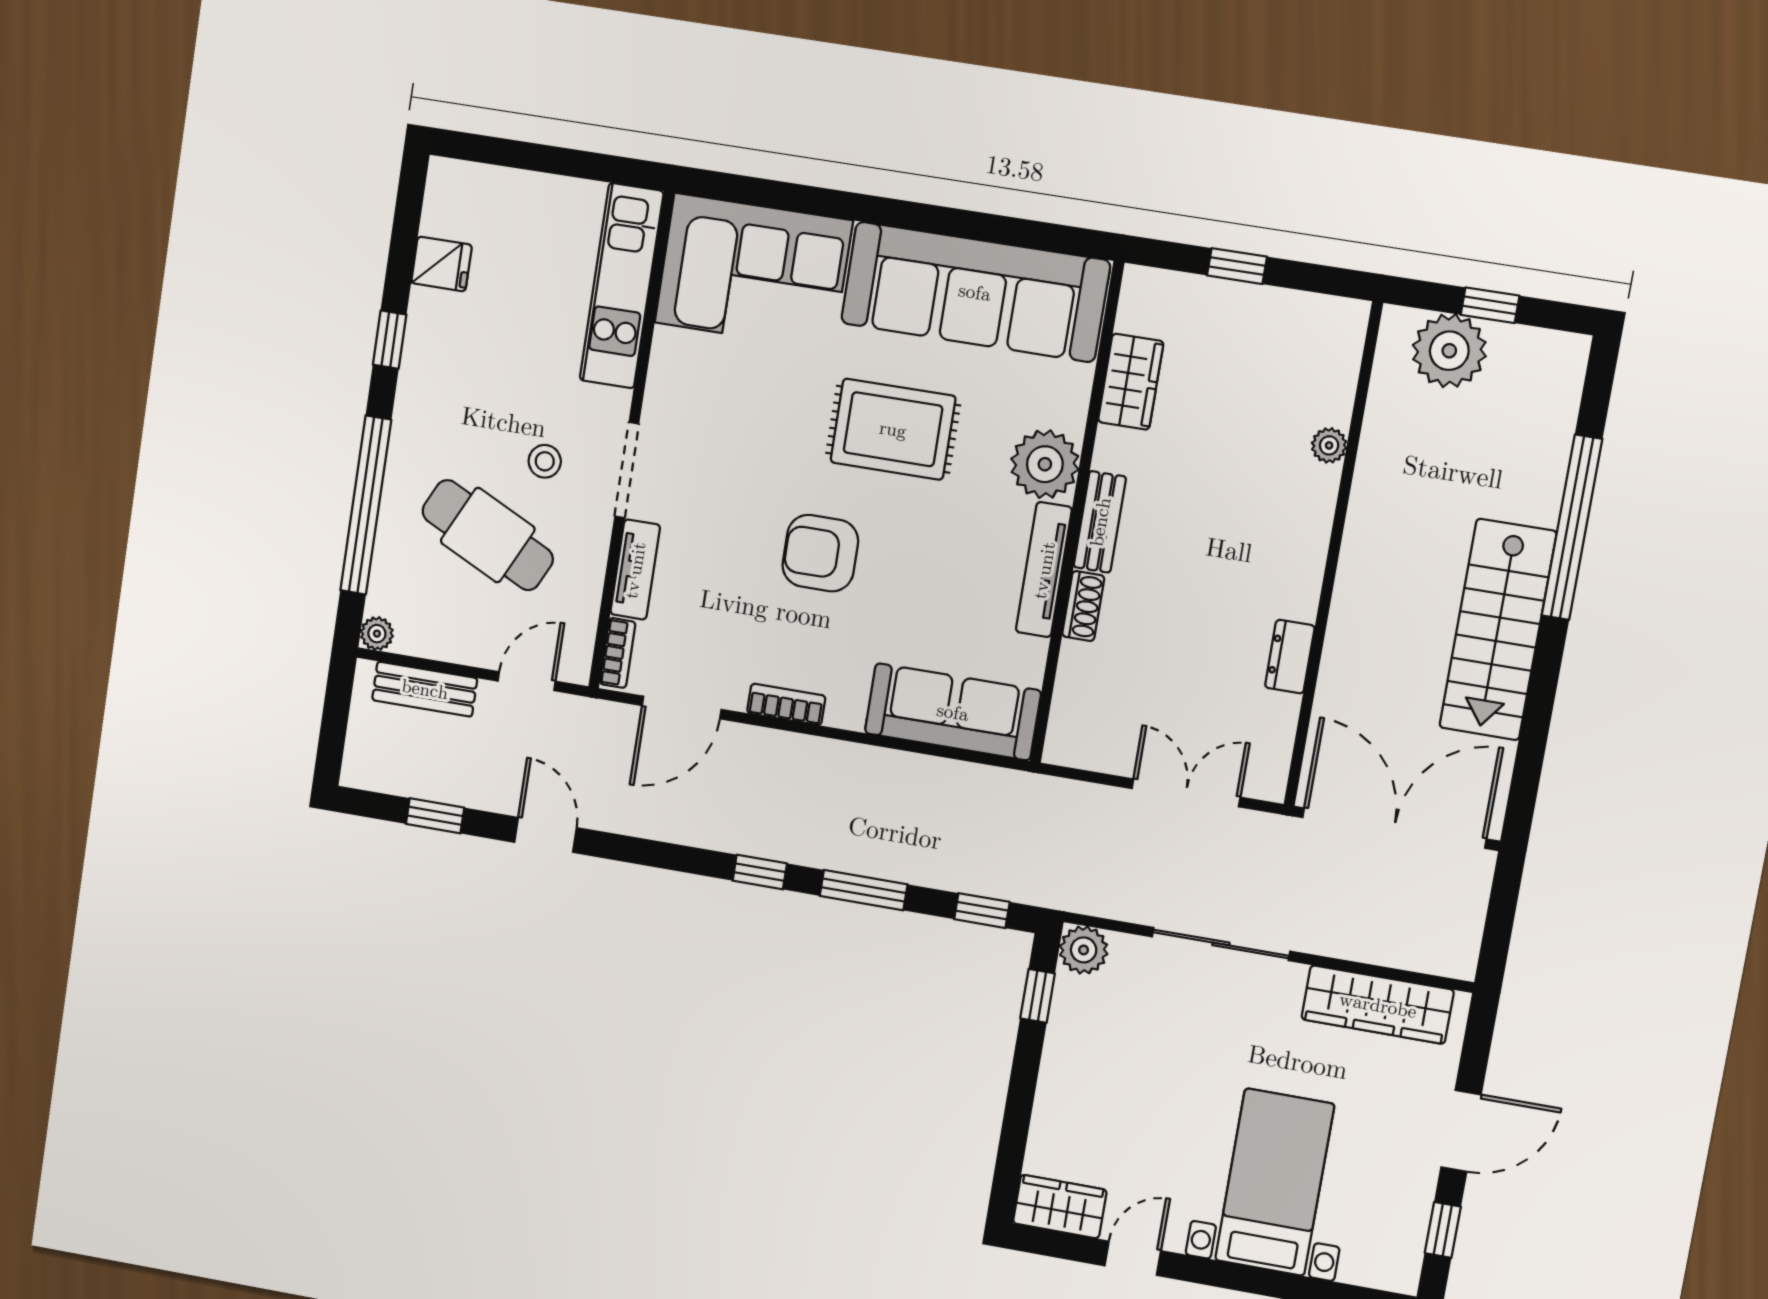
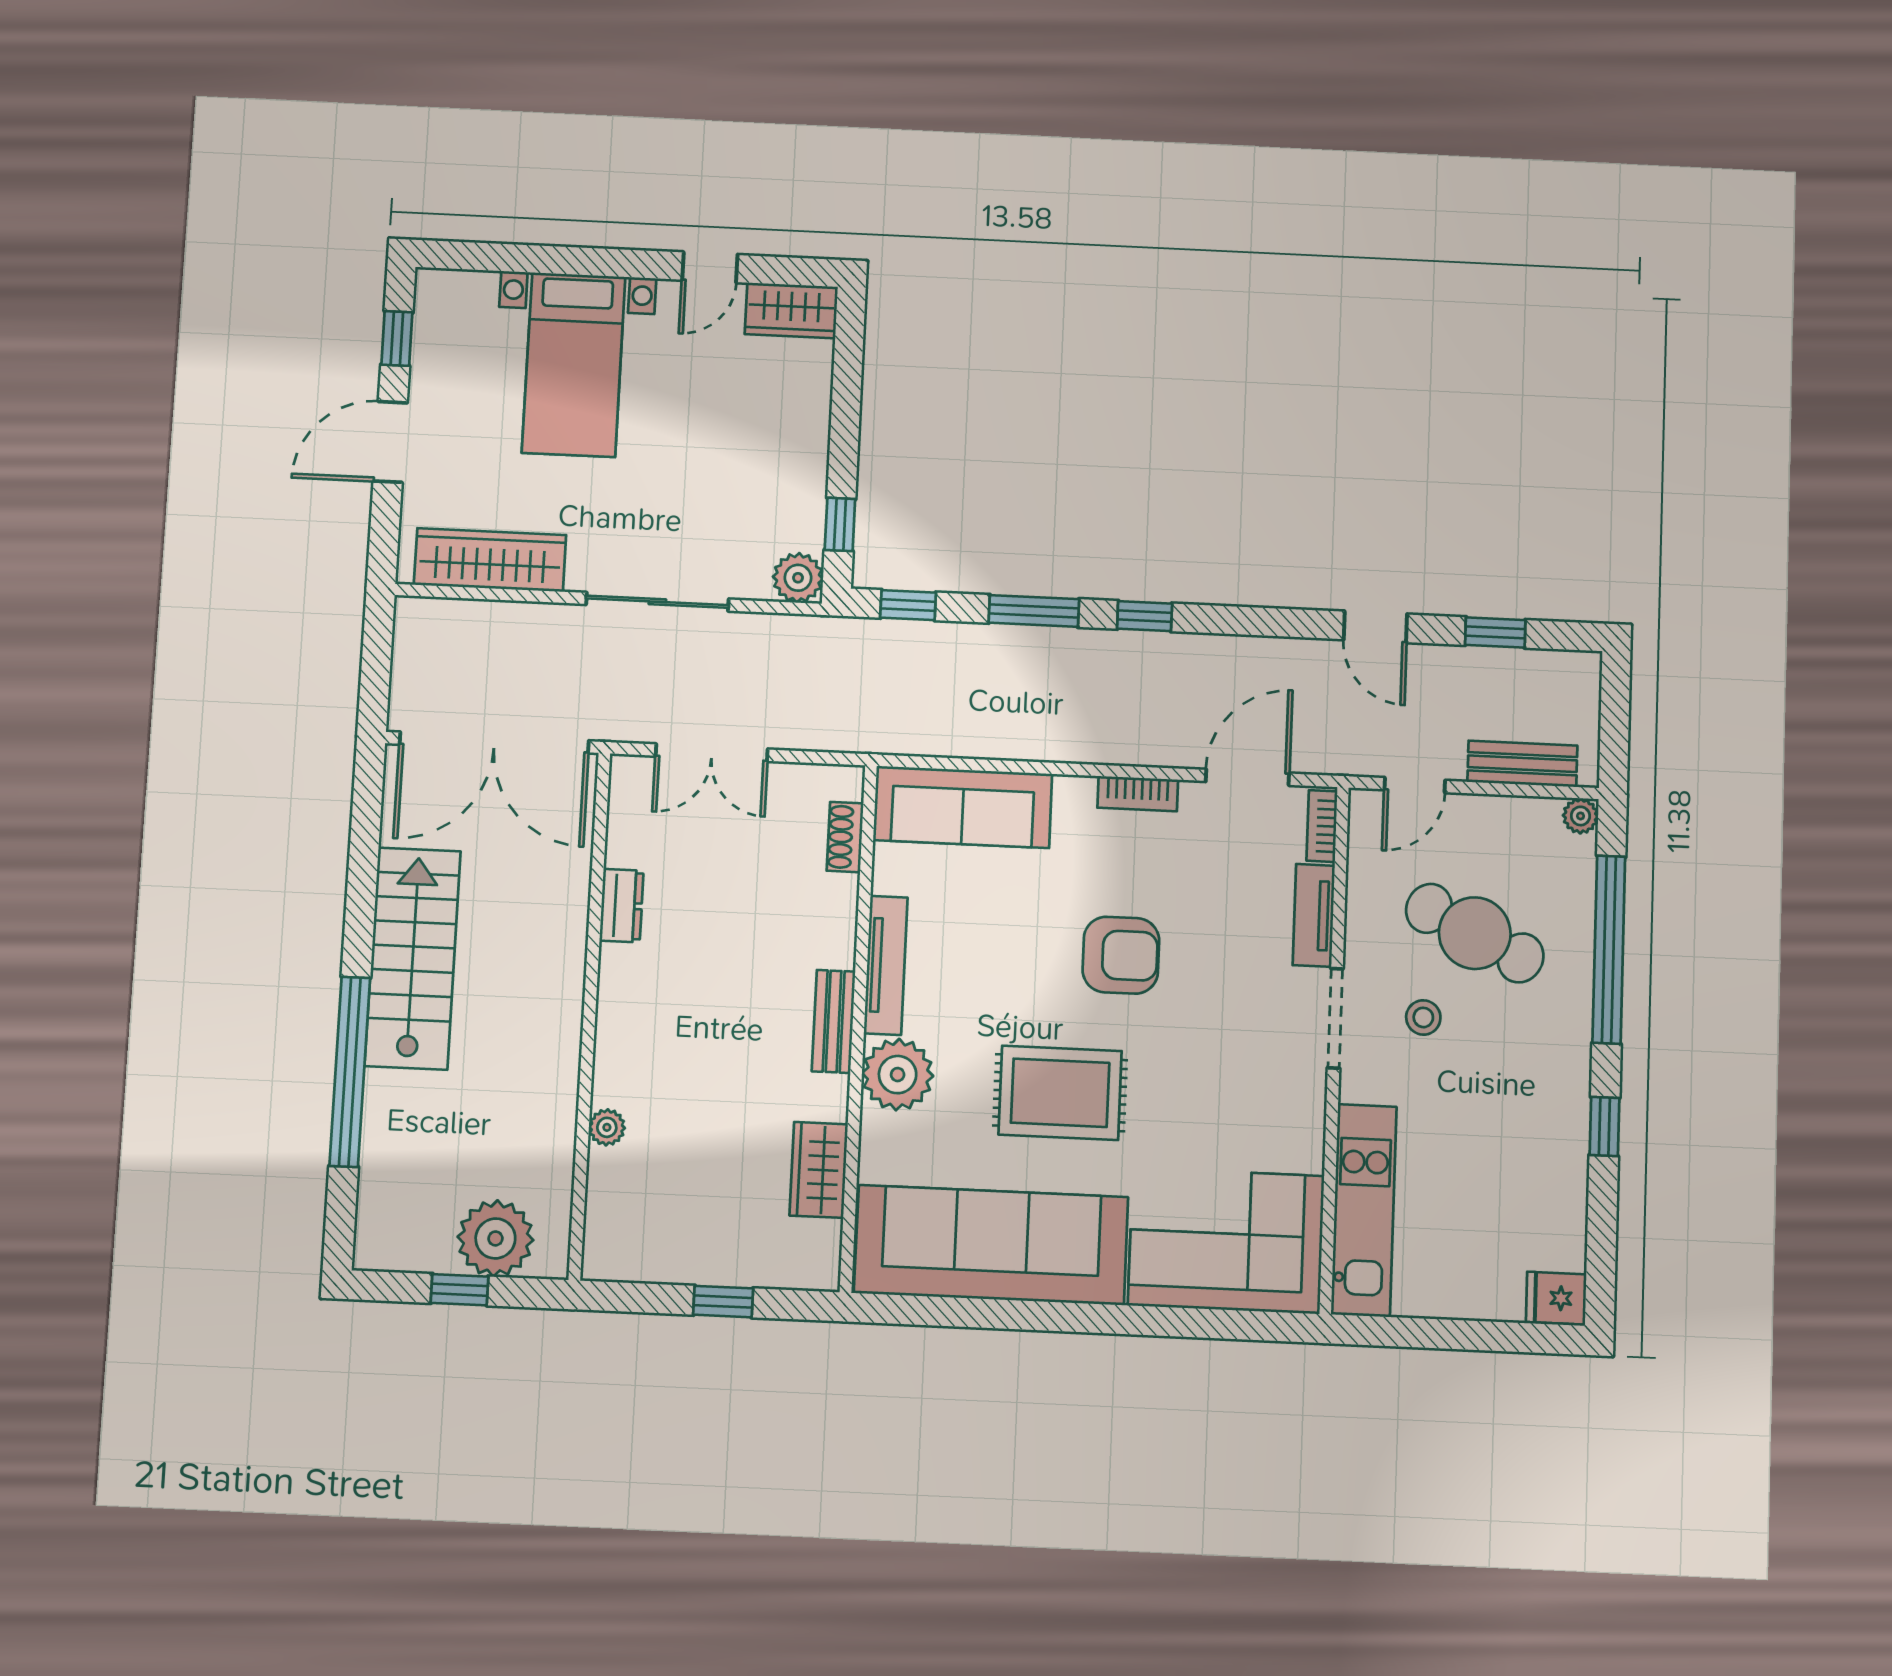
fridge: (442, 264) -> (1556, 1298), moved
shoe rack: (1083, 606) -> (845, 837), moved

